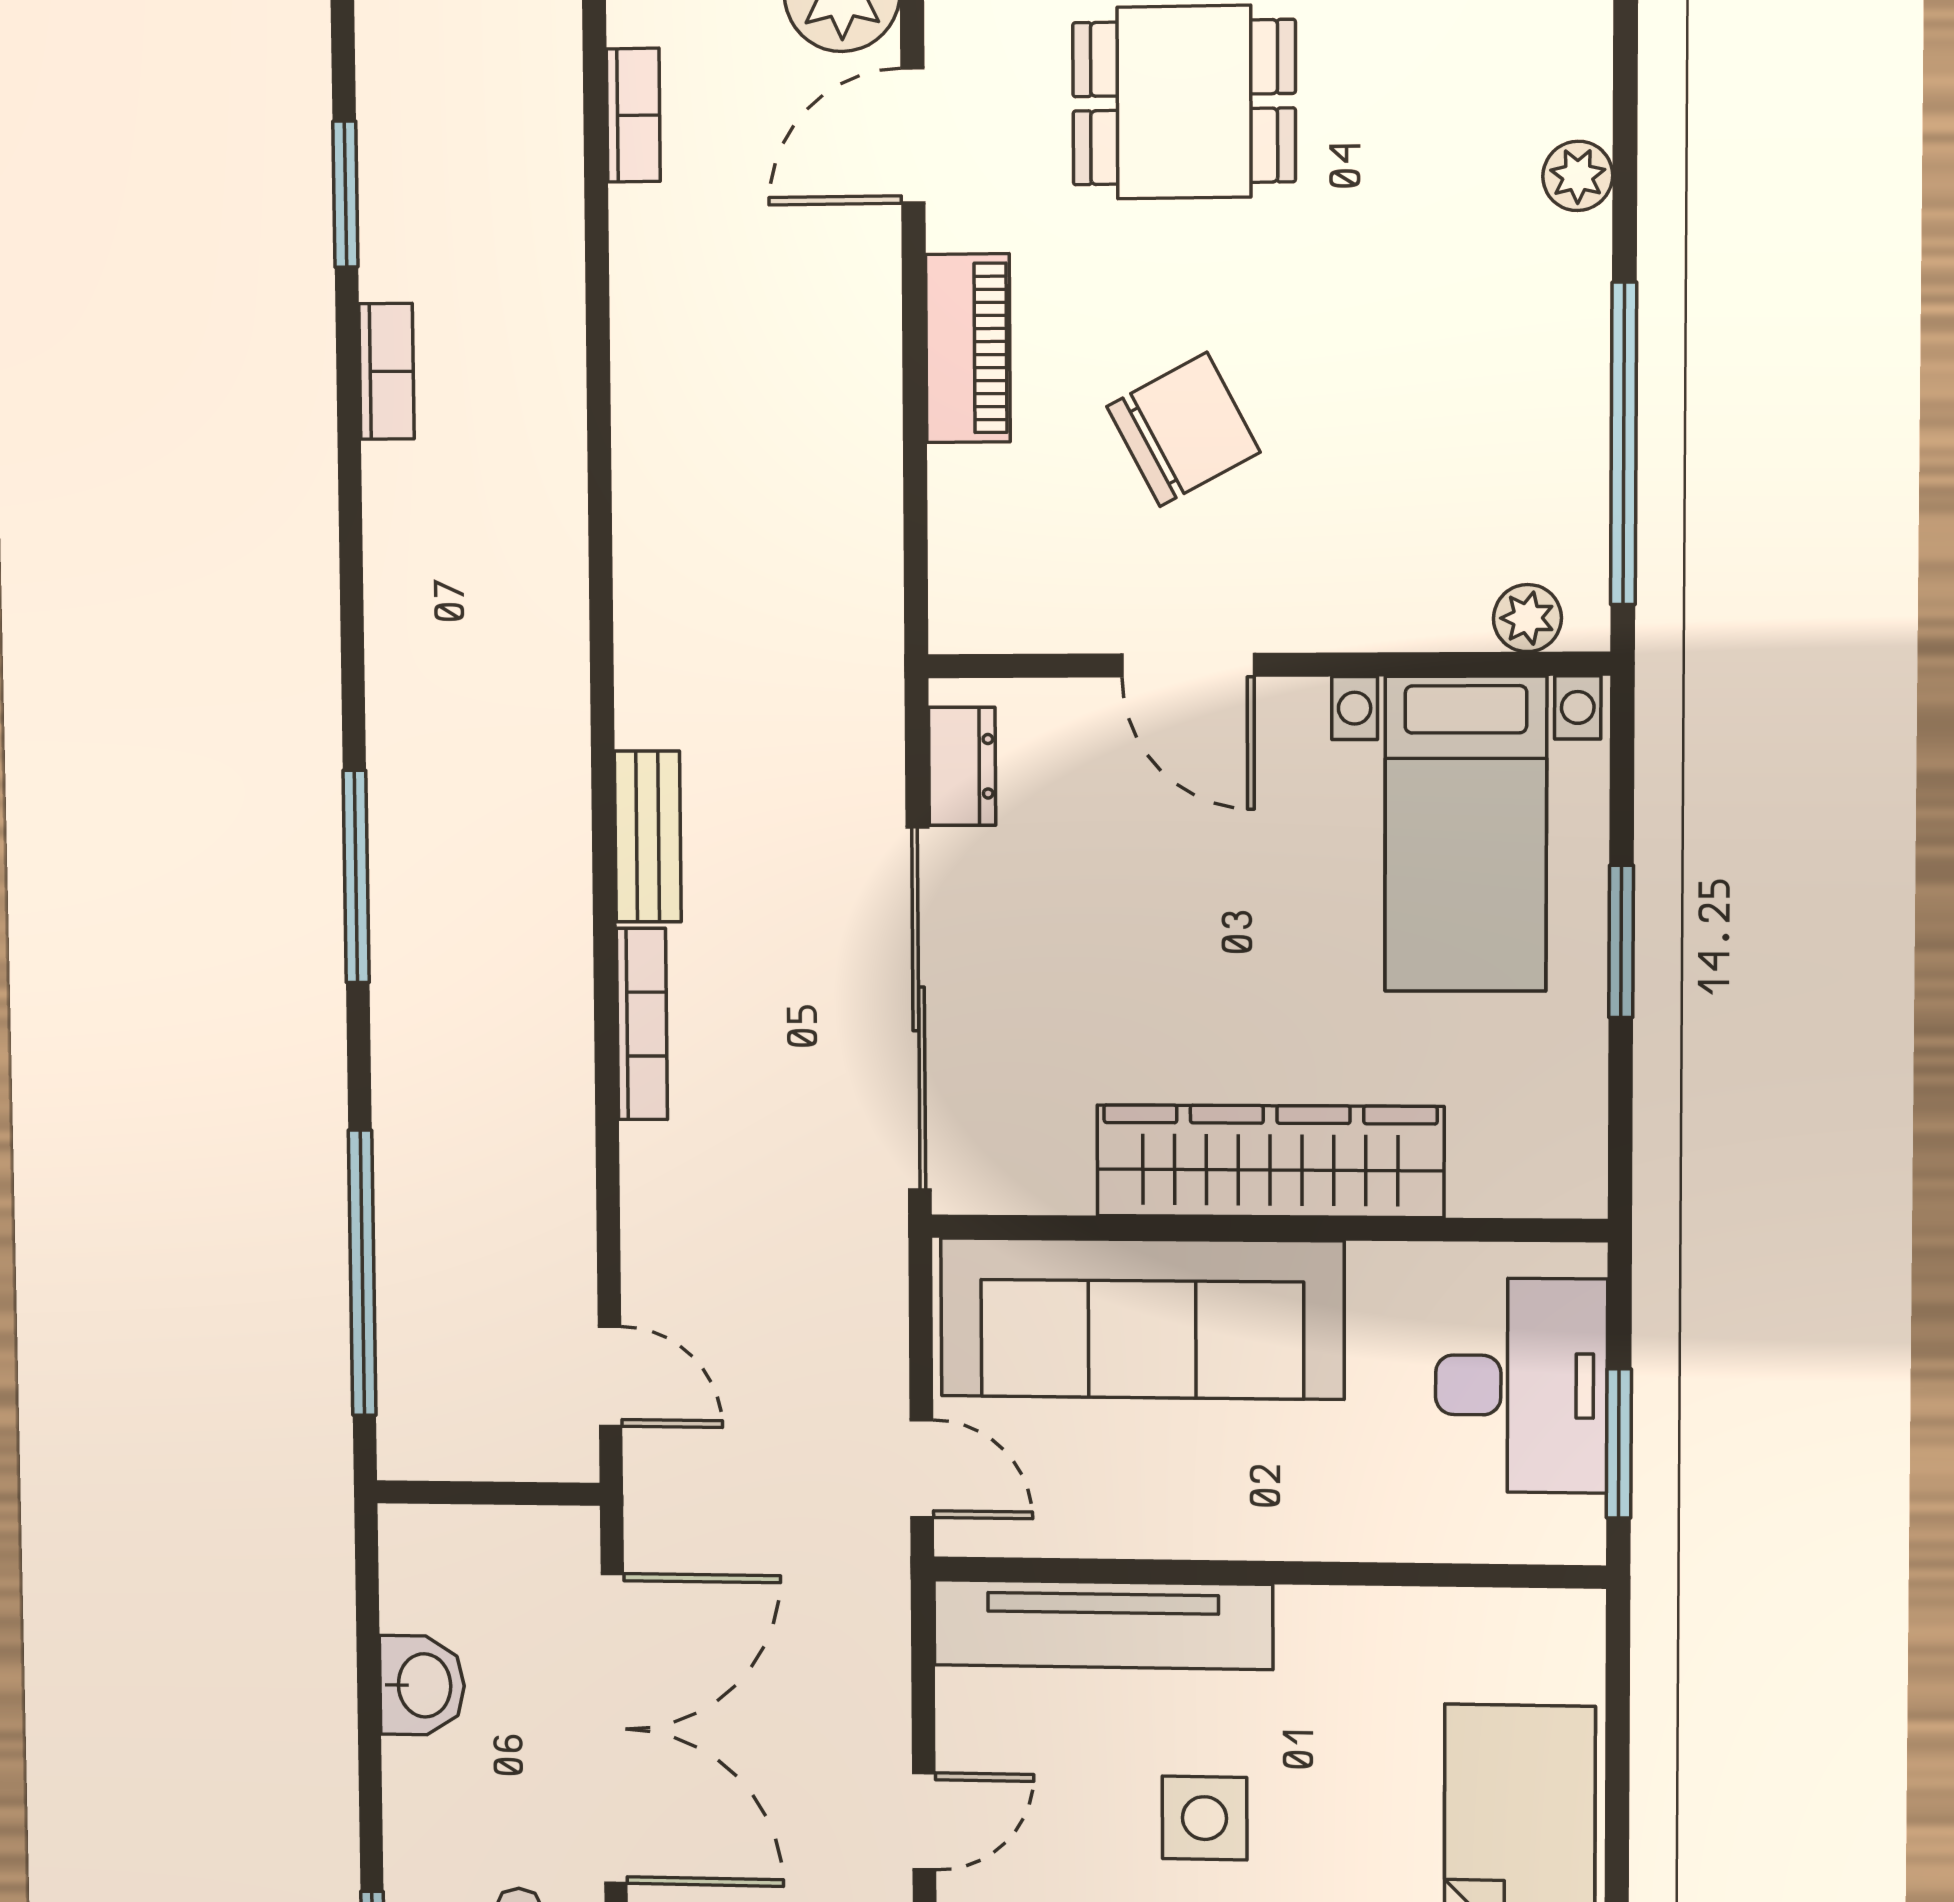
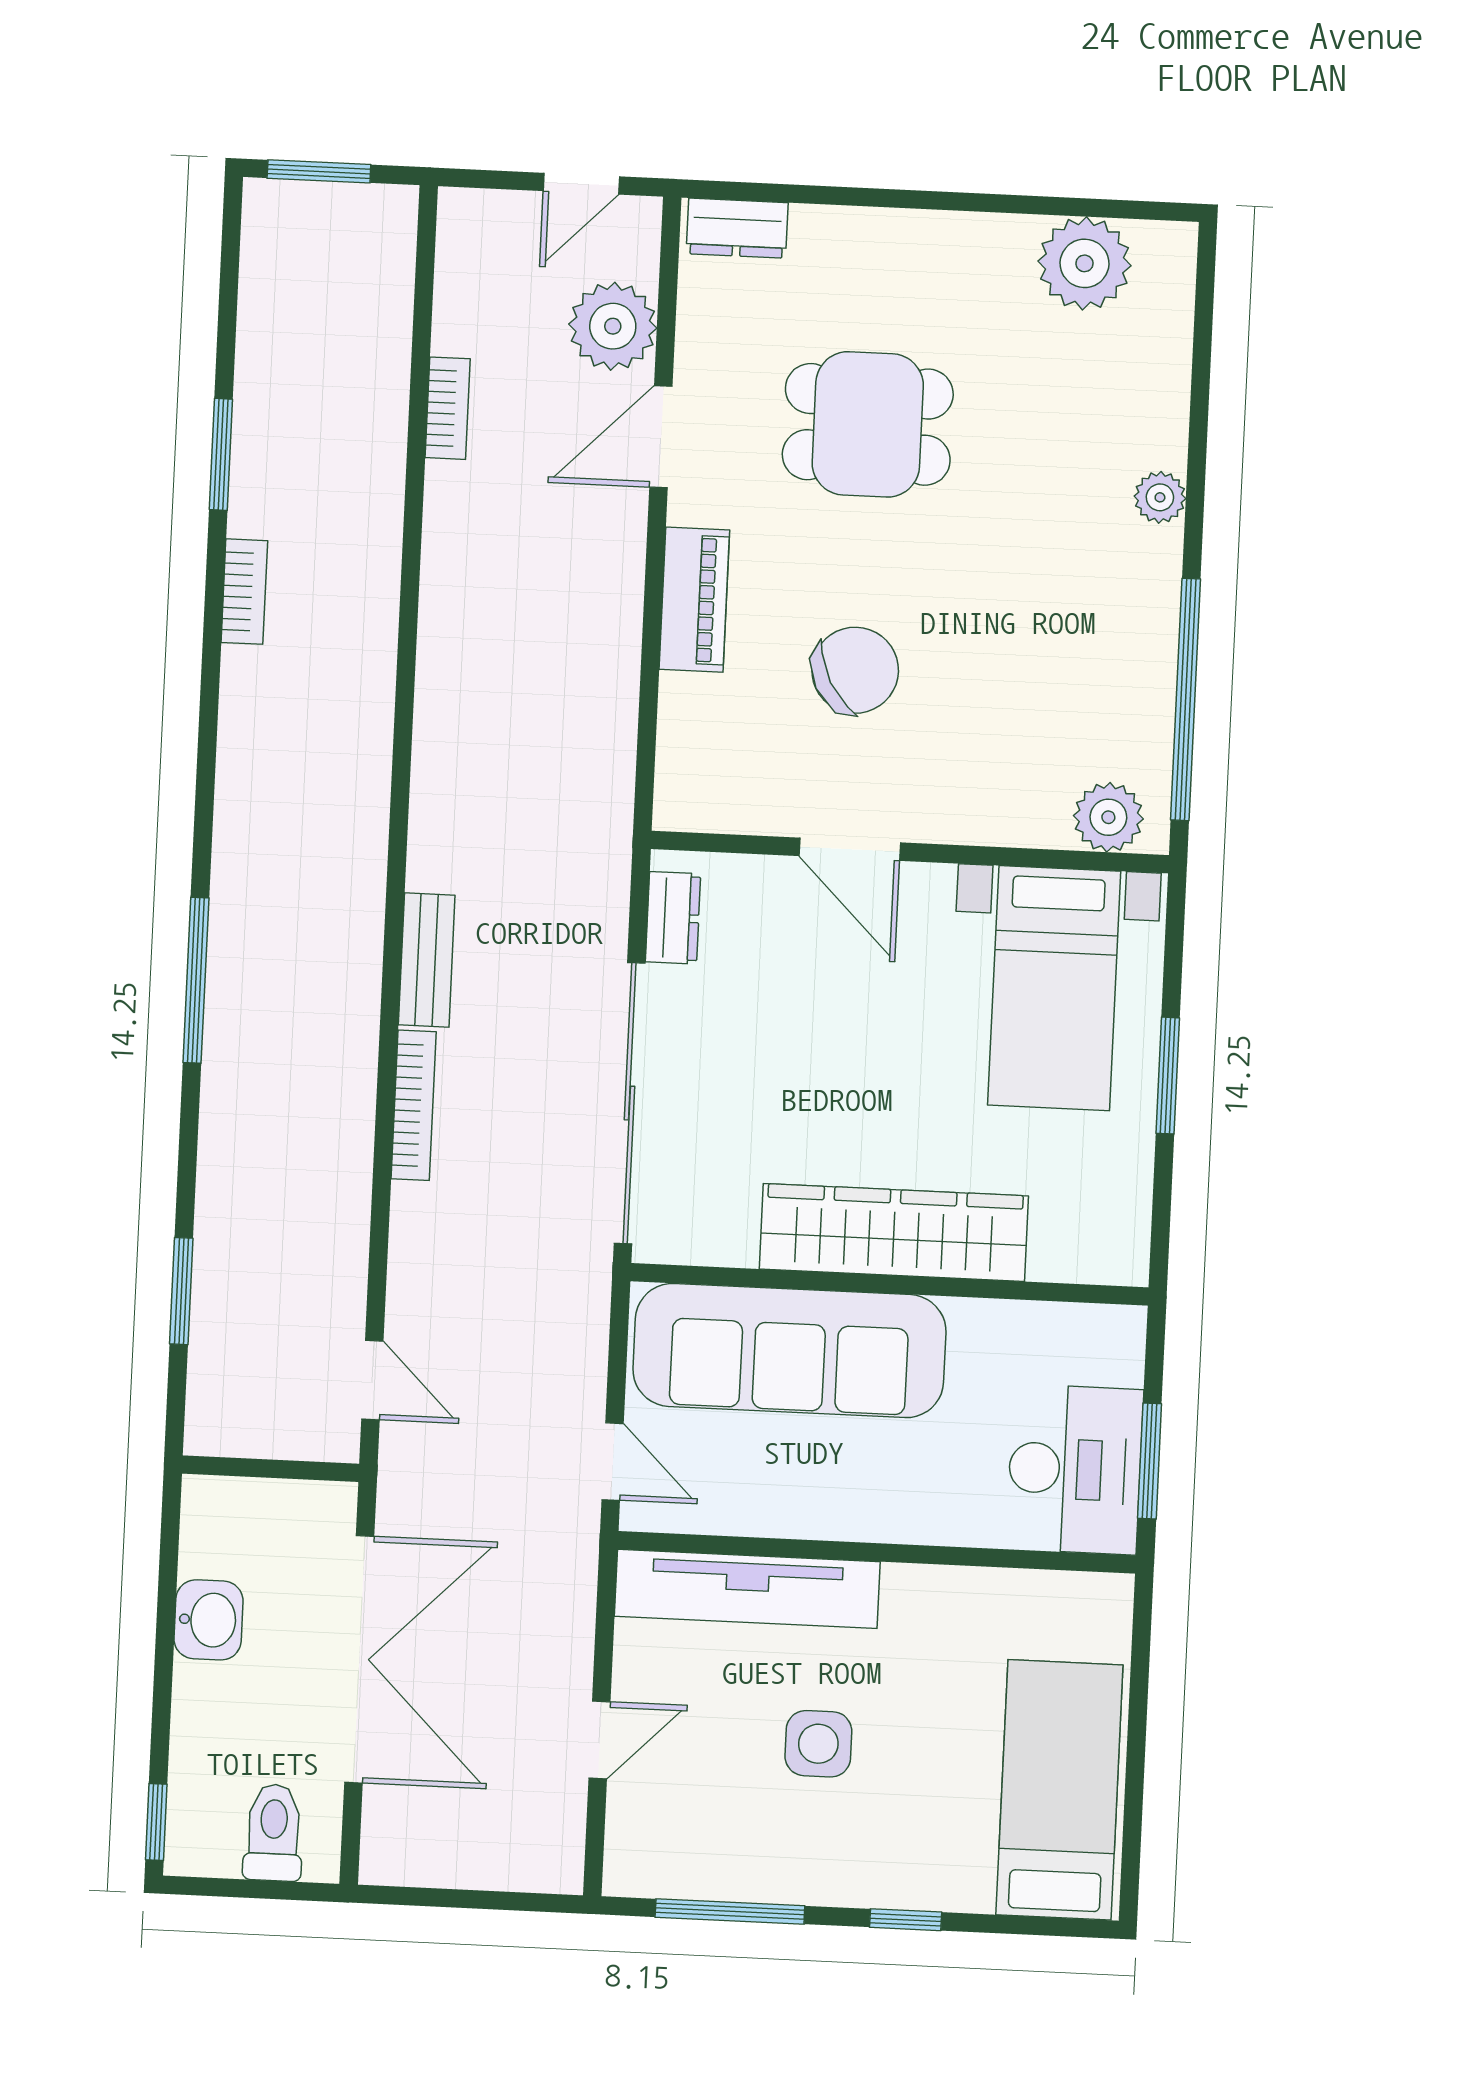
plant: (1527, 618) -> (1108, 817), width x1.38, depth x1.38
window: (362, 1273) -> (181, 1291), width x0.47
desk: (1521, 1385) -> (1075, 1469), moved

